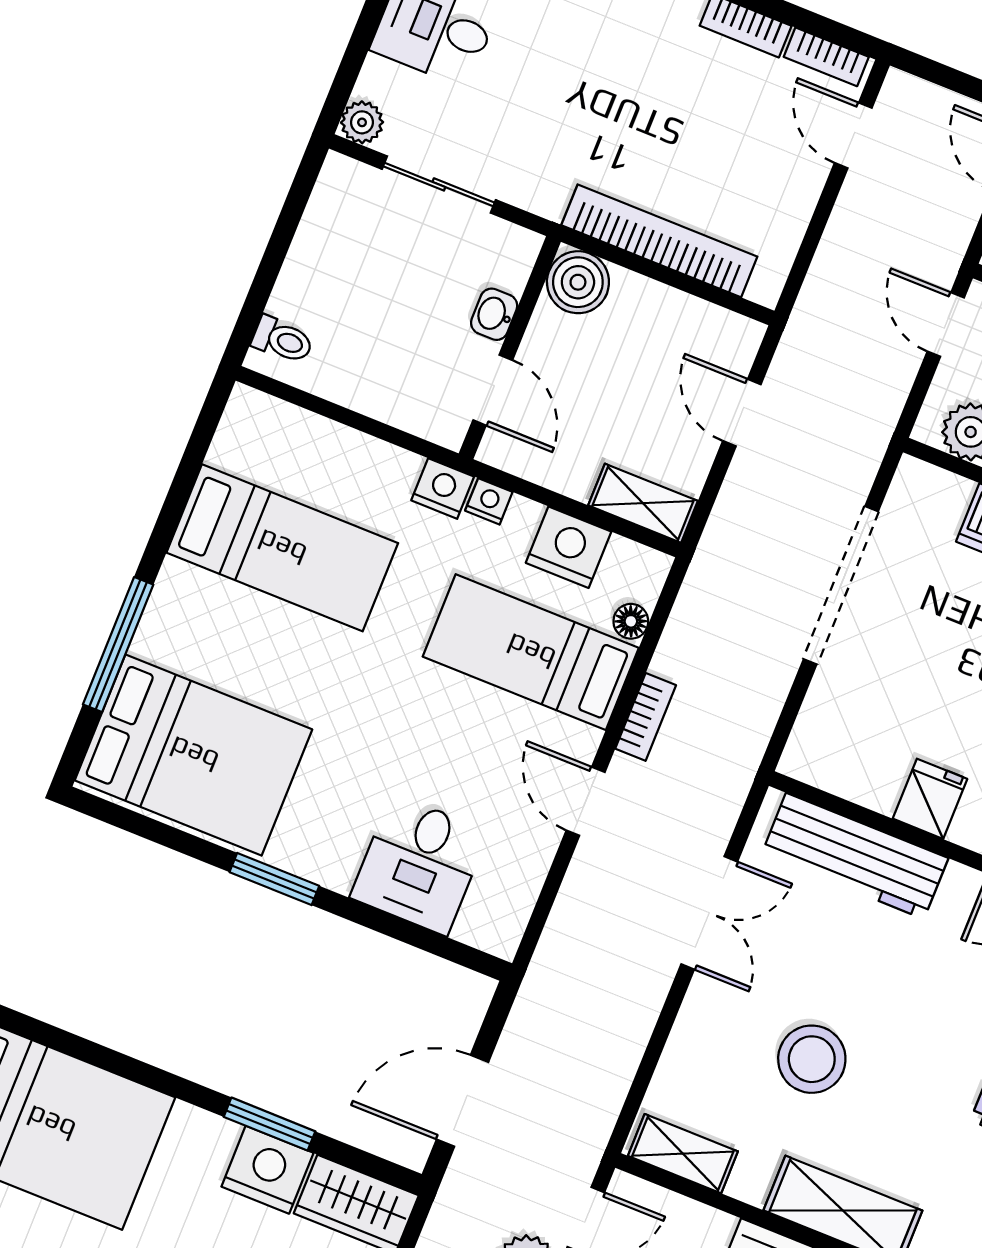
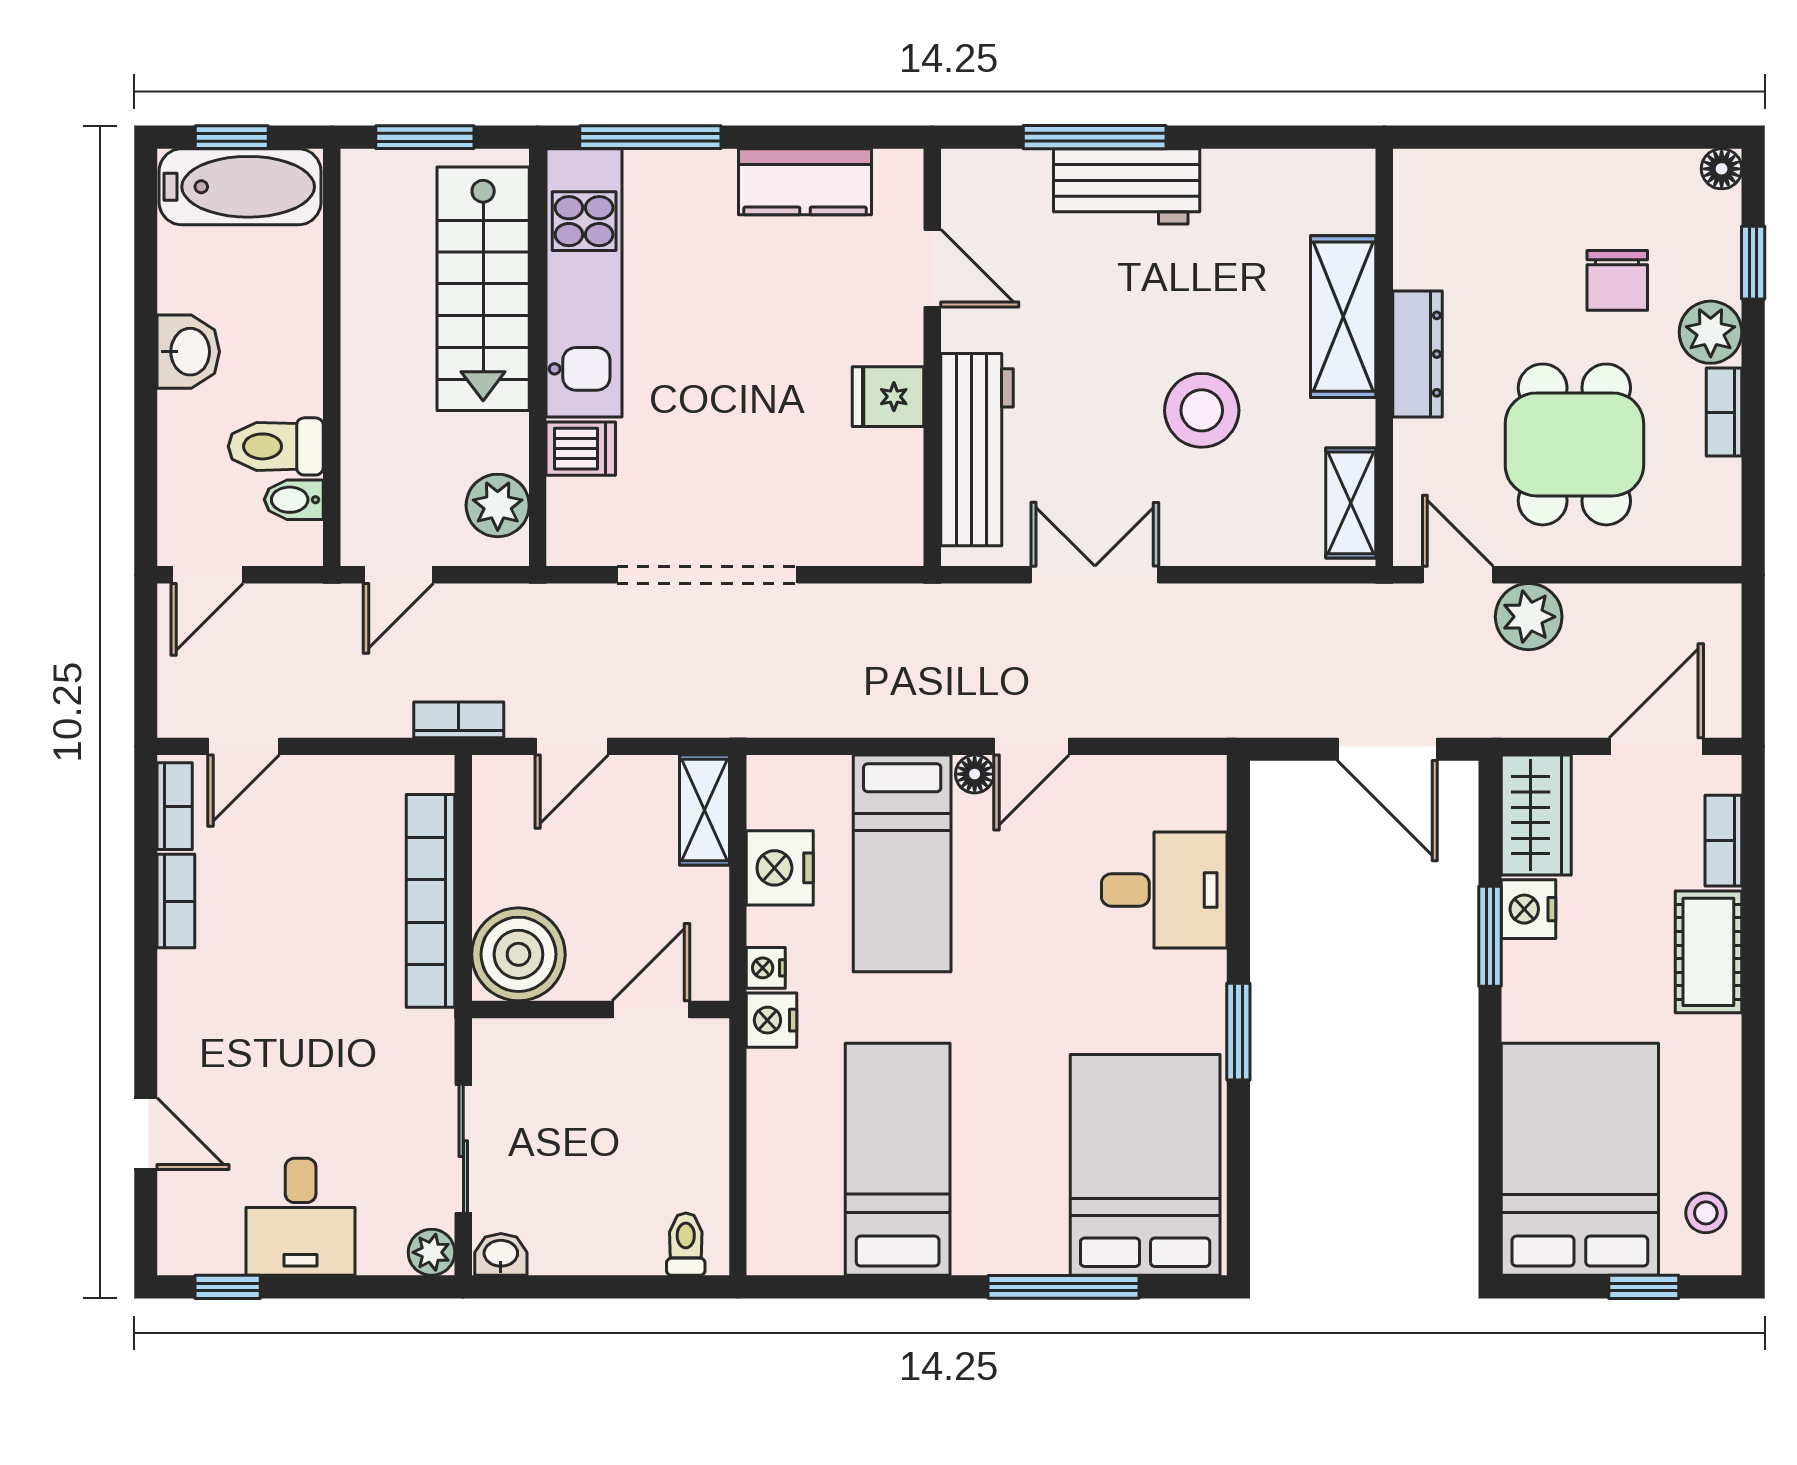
boiler: (578, 282) -> (518, 954), width x1.37, depth x1.37
washbasin: (494, 314) -> (501, 1254), moved, turned 180
floor lamp: (631, 621) -> (975, 774), moved
bookcase: (646, 717) -> (459, 720), moved
nightstand: (267, 1170) -> (1529, 909), width x0.74, depth x0.75

